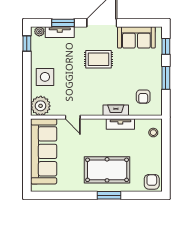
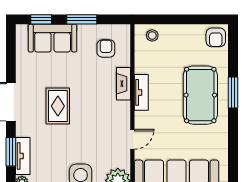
sofa: (136, 37) -> (53, 38), moved, turned 90
armchair: (143, 97) -> (106, 49), turned -90
tv unit: (120, 124) -> (141, 92), moved
armchair: (152, 182) -> (216, 37), turned -90

